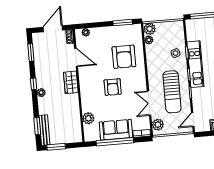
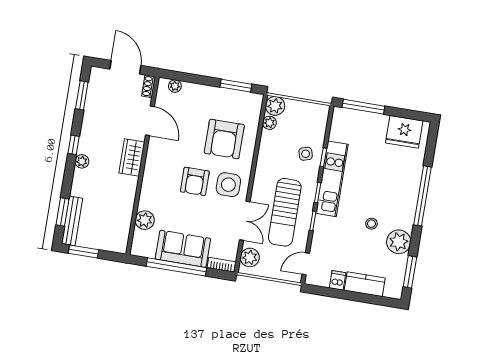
door: (53, 29) -> (125, 67), hinge flipped
side table: (134, 84) -> (228, 185), added
double door: (149, 103) -> (245, 221), swing flipped

